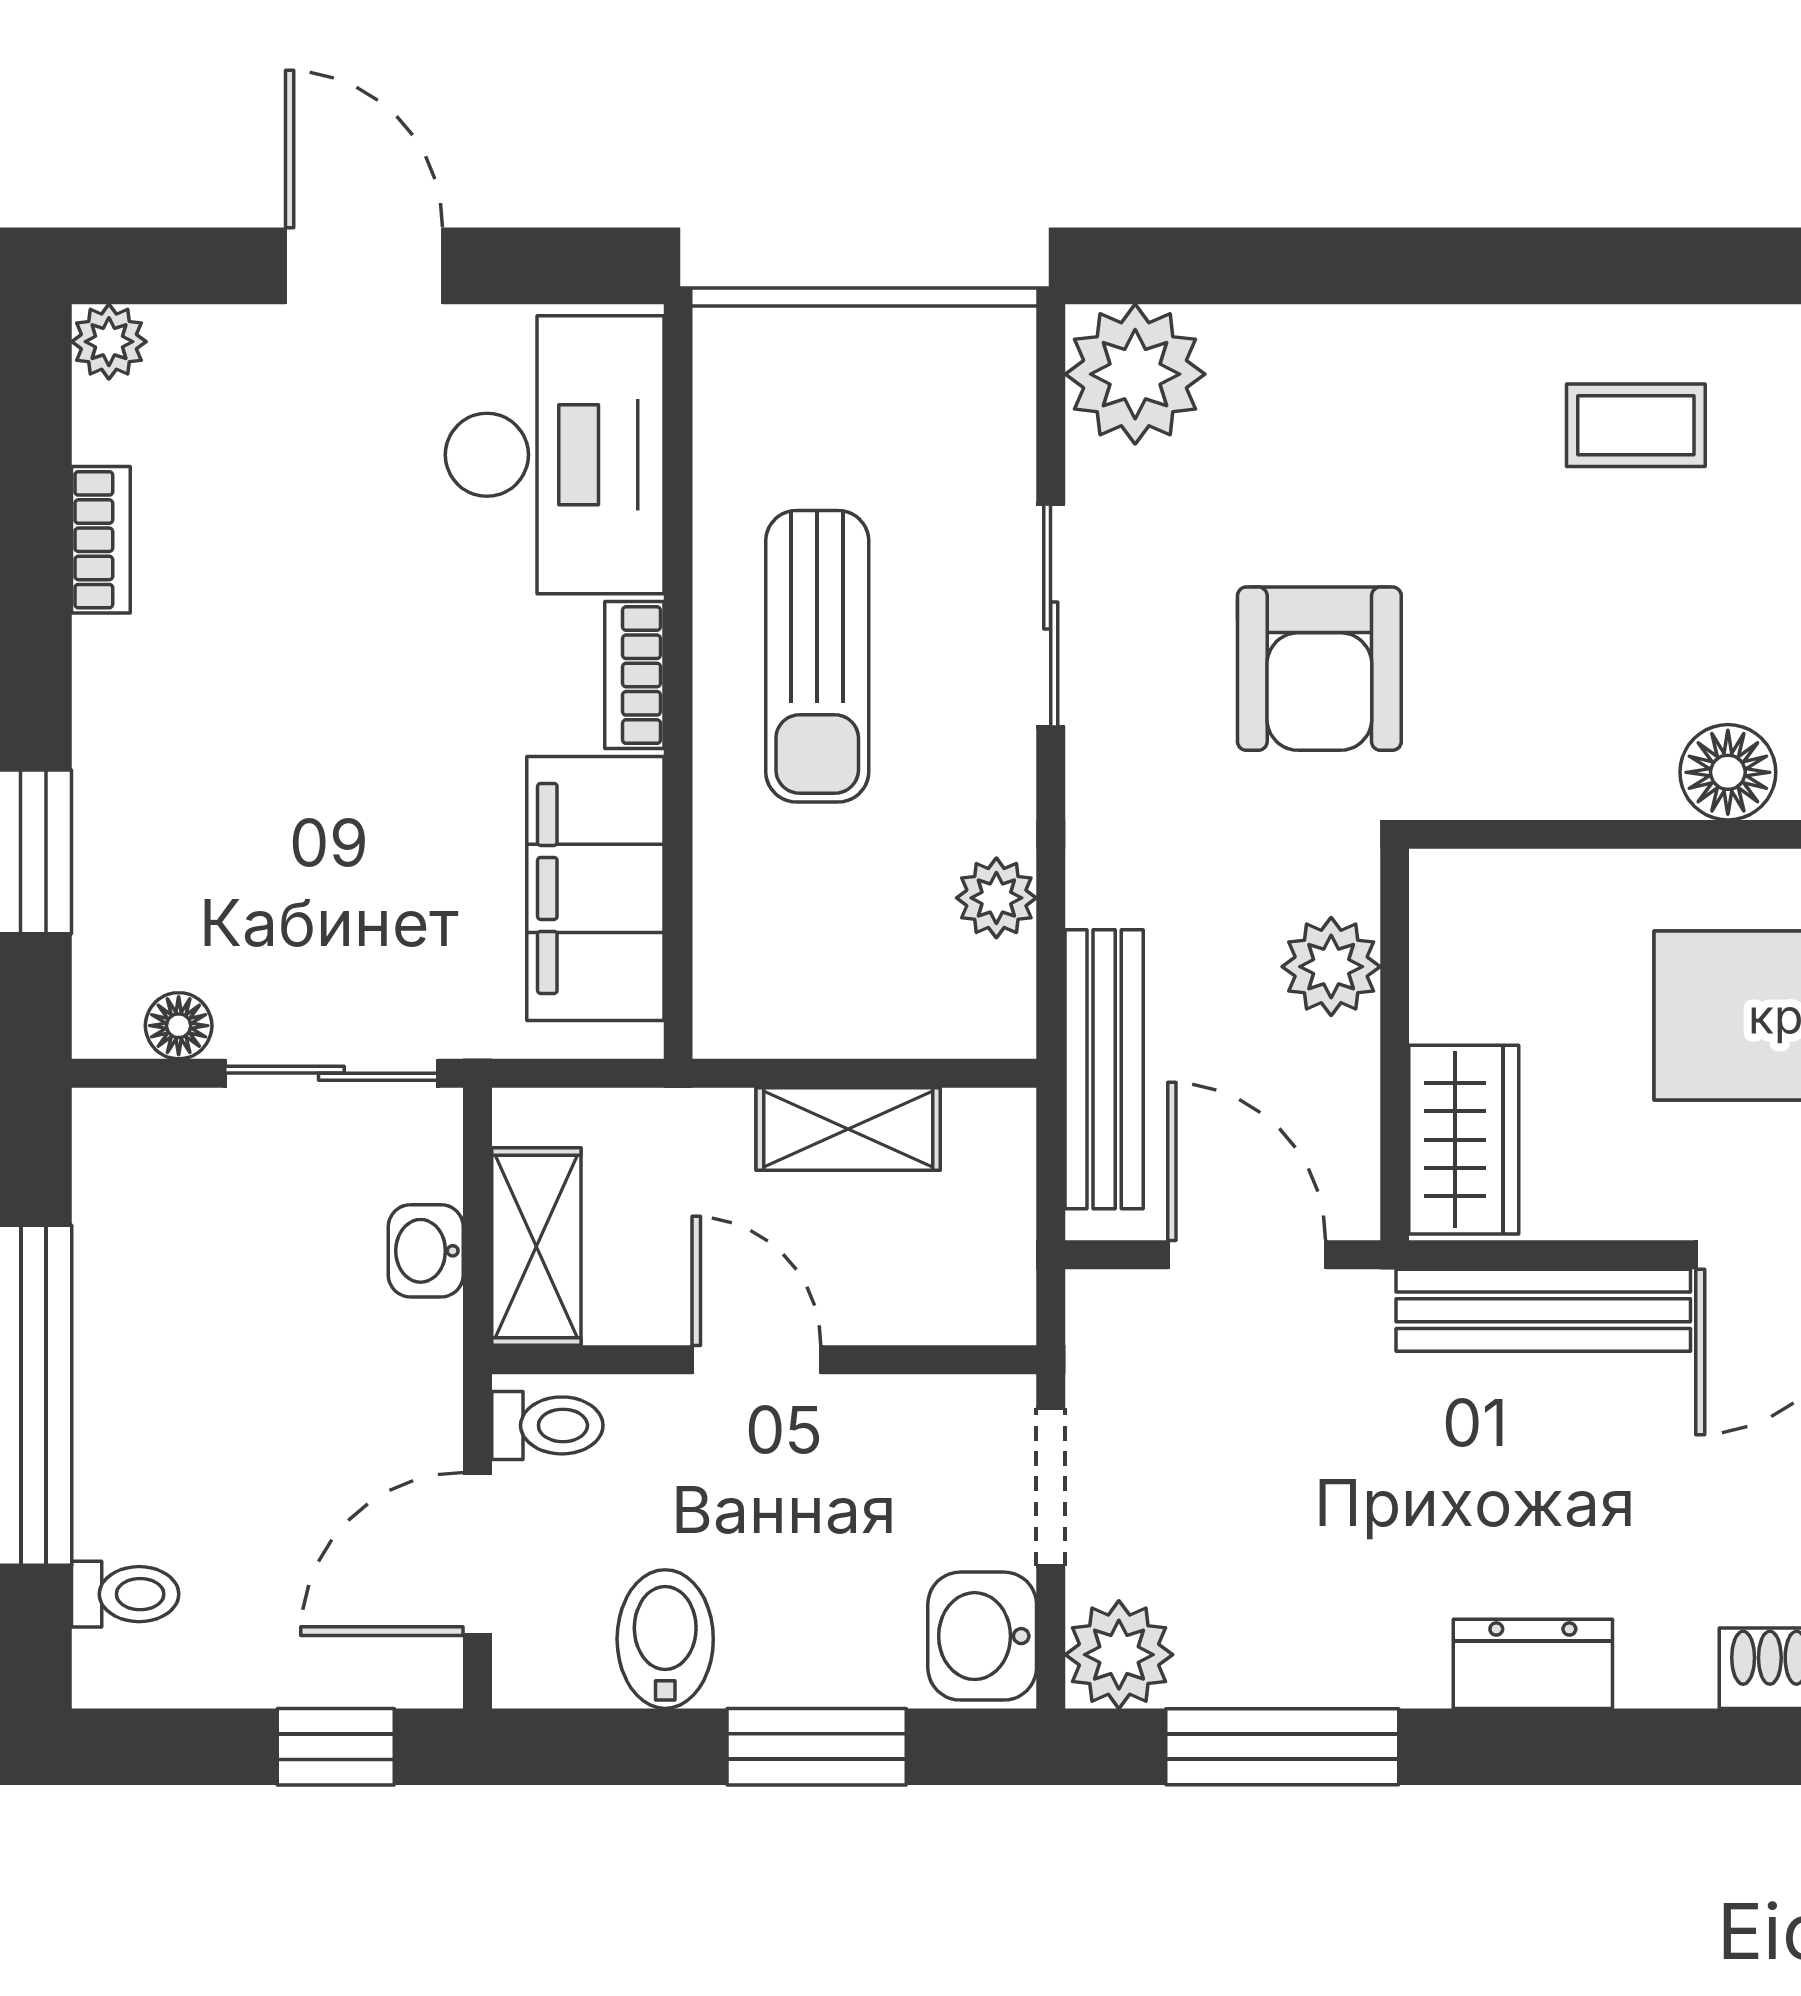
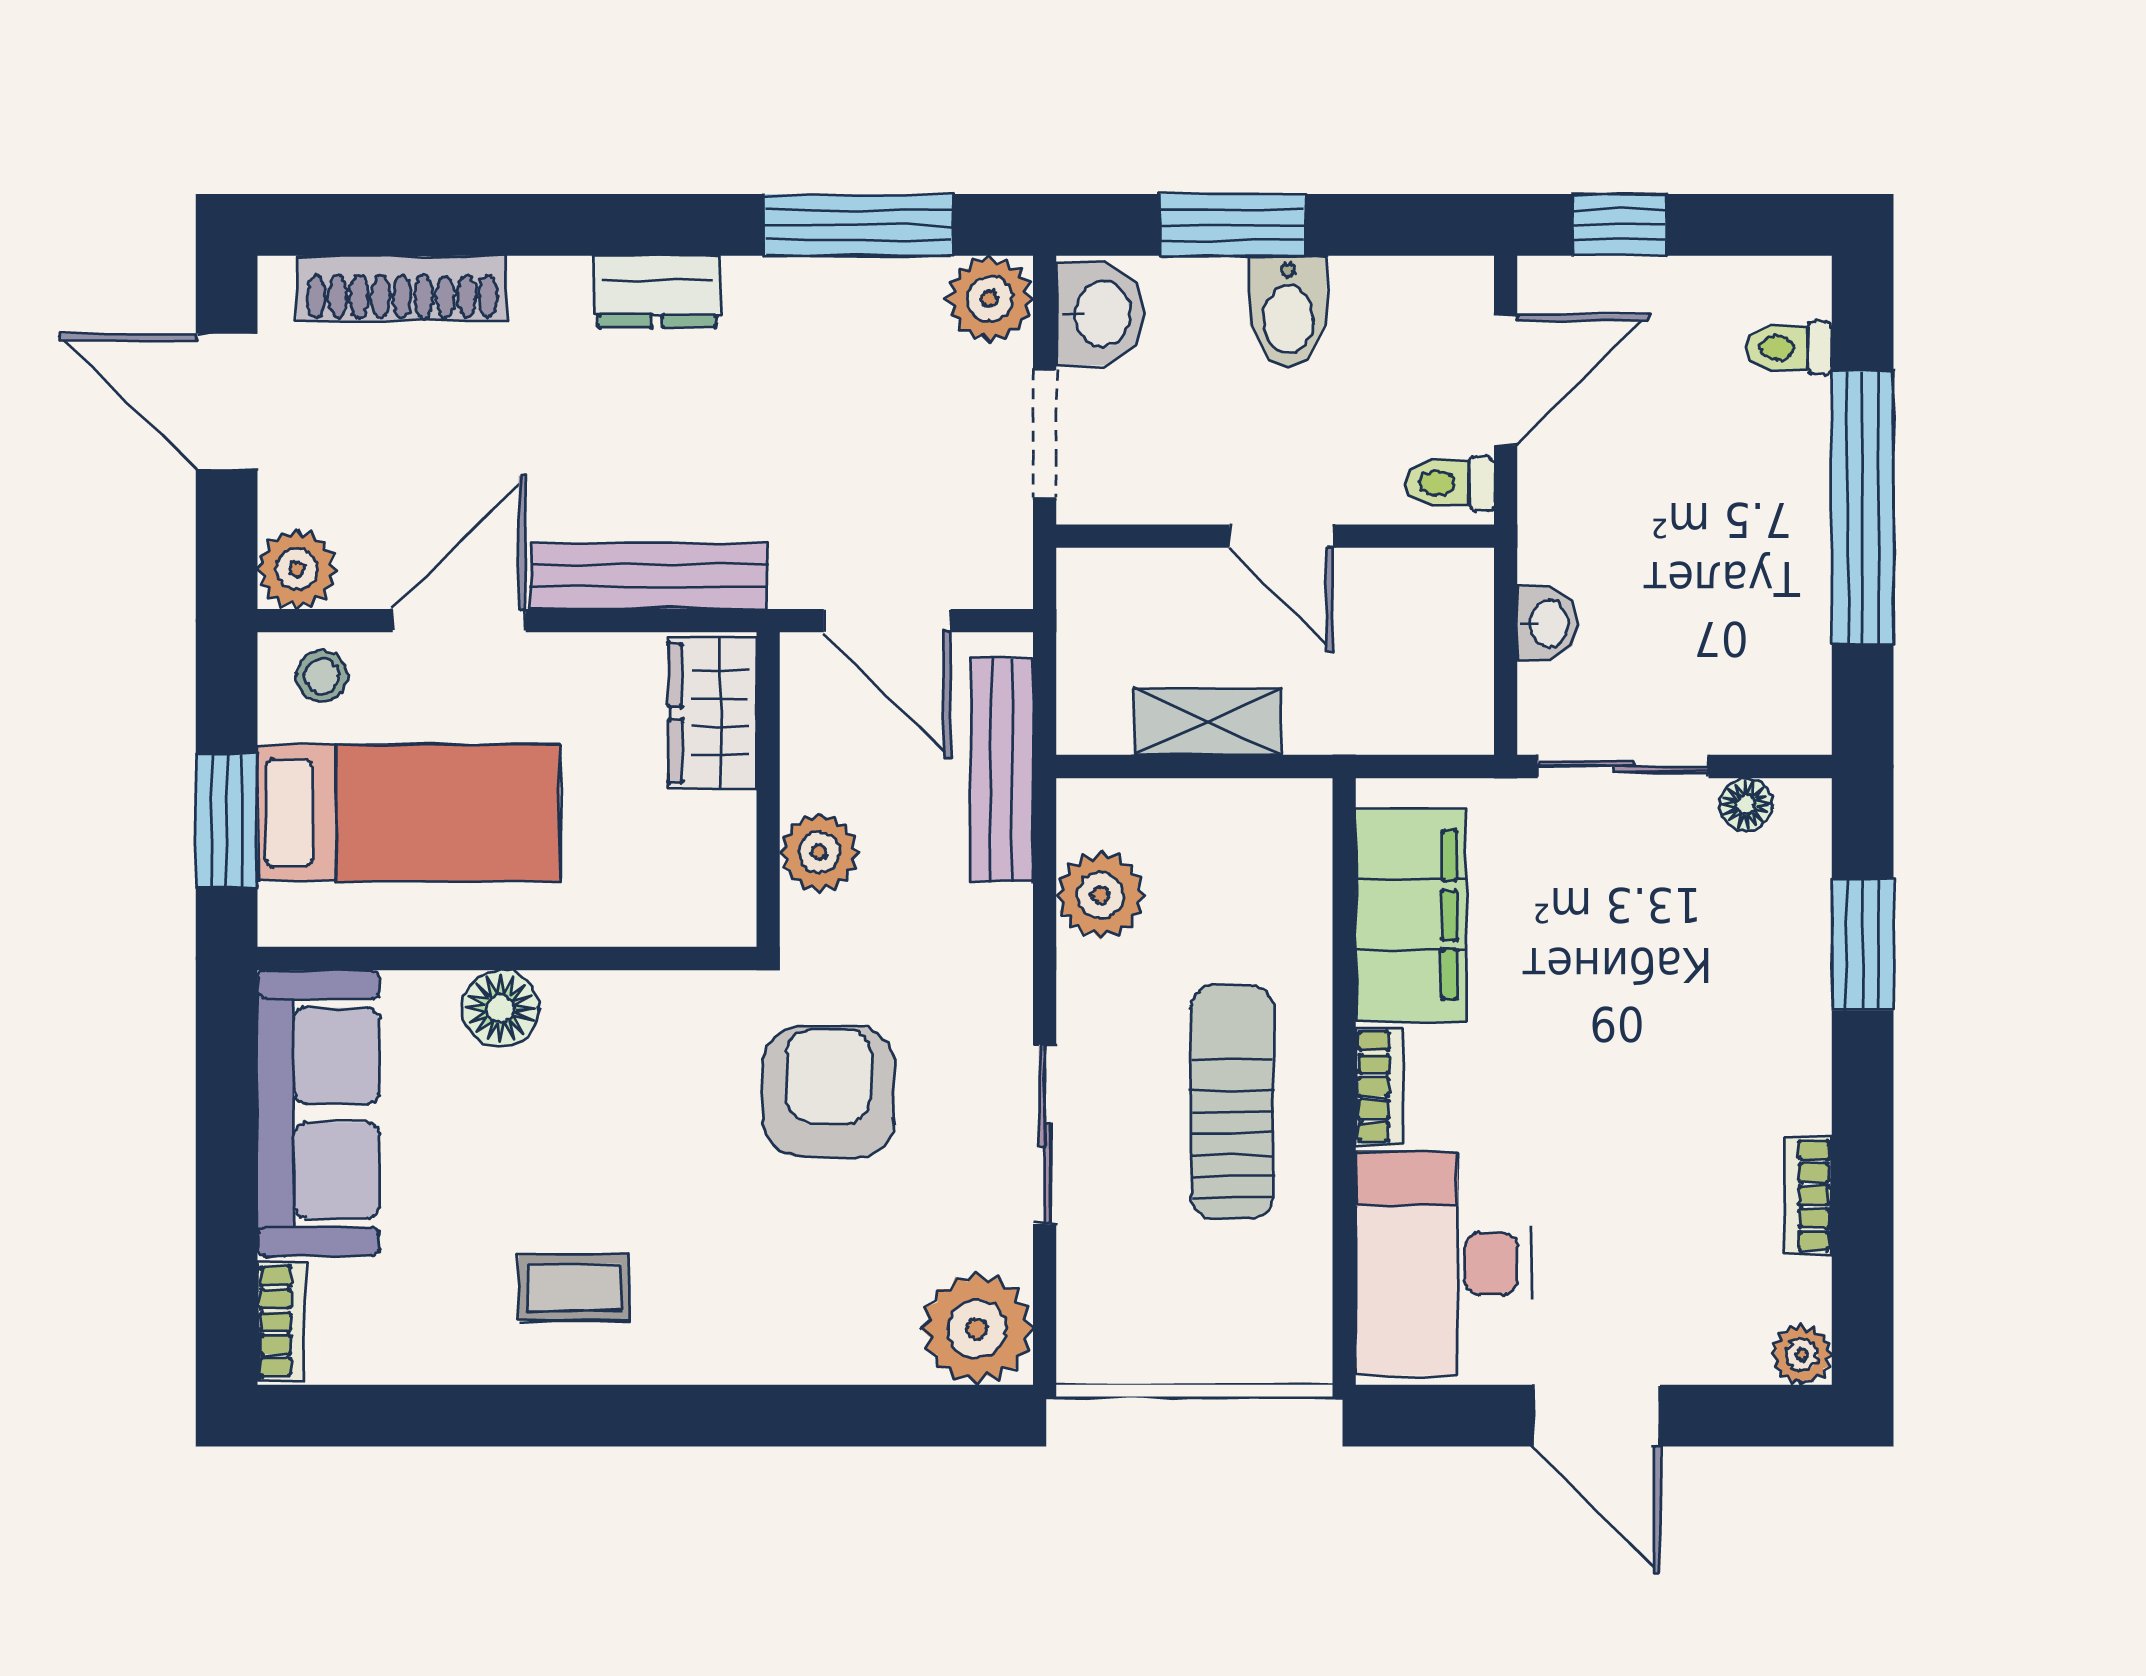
plant: (996, 898) -> (1100, 895), width x1.38, depth x1.38
shelving: (536, 1247) -> (1458, 627), removed
bidet: (665, 1639) -> (1288, 312), moved

